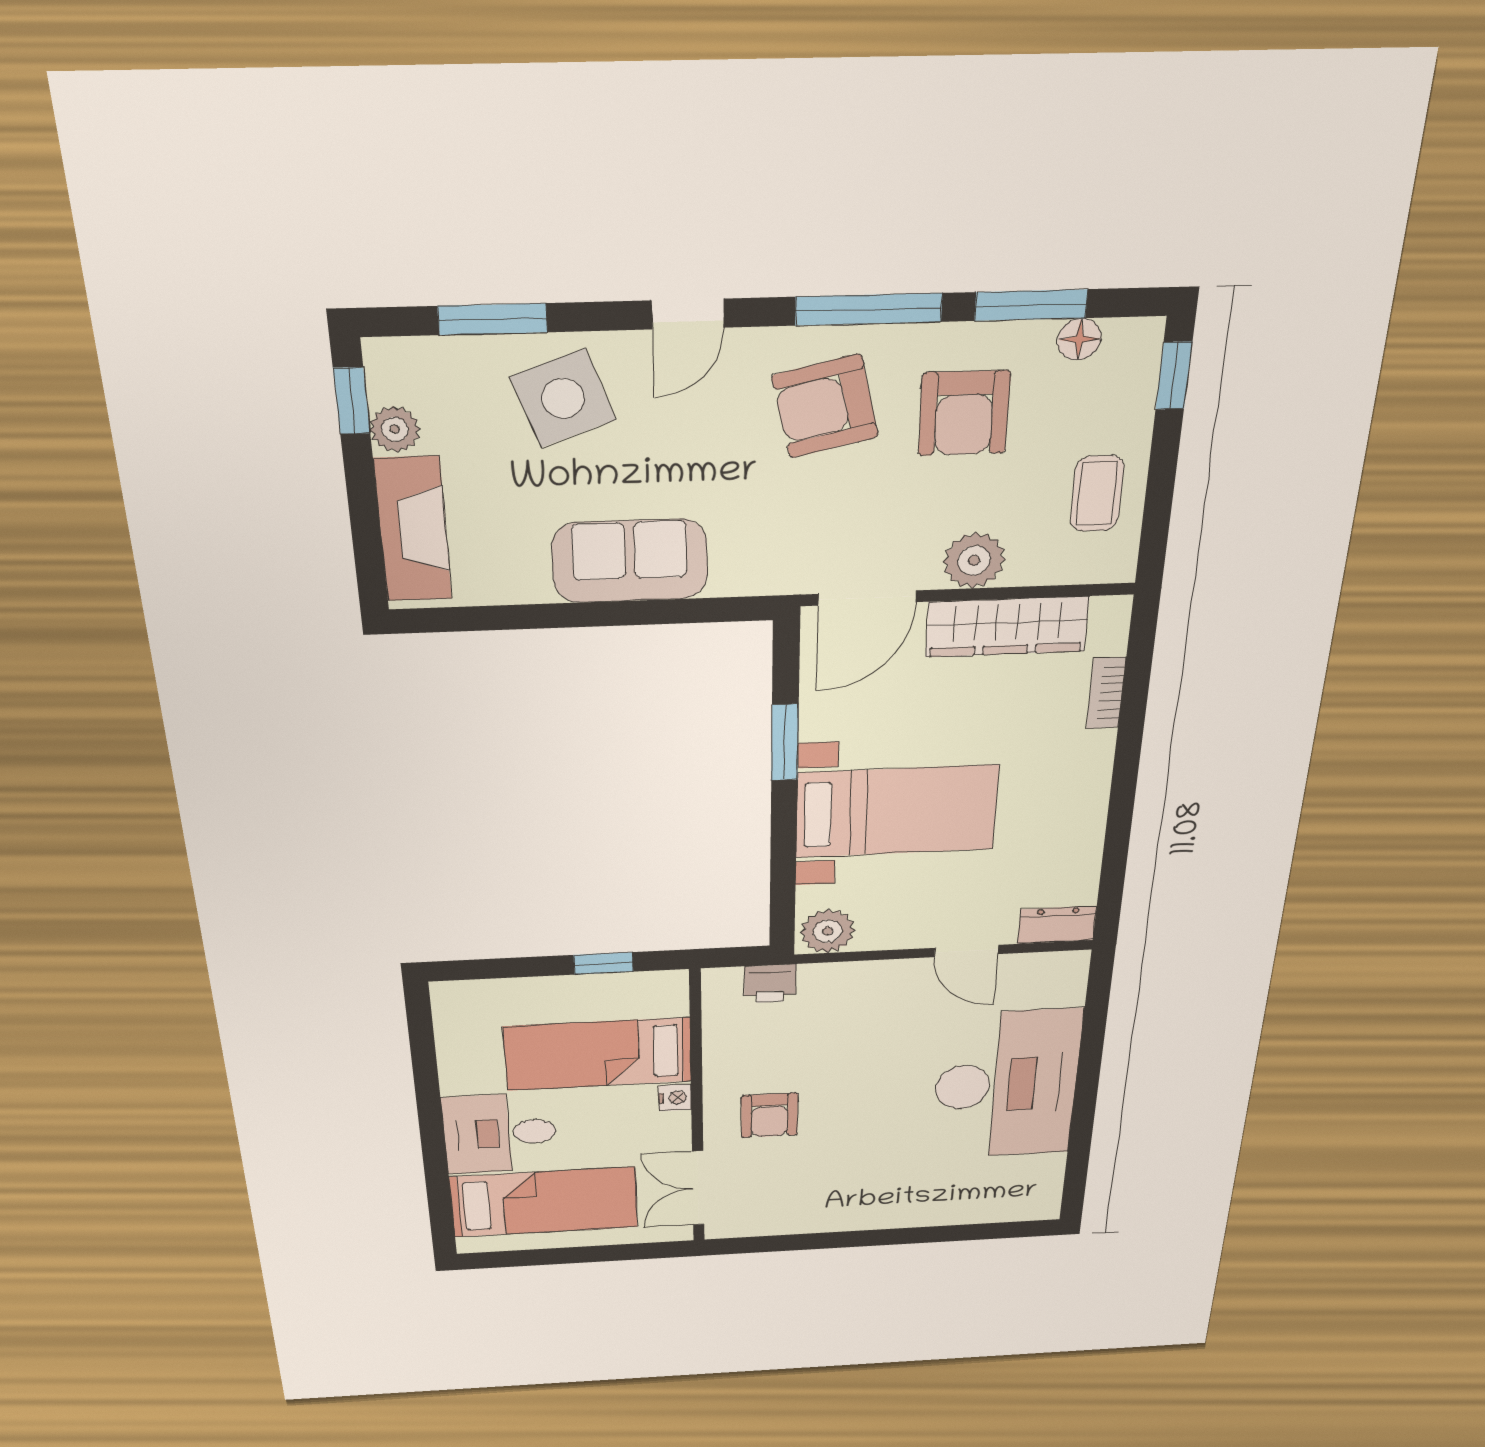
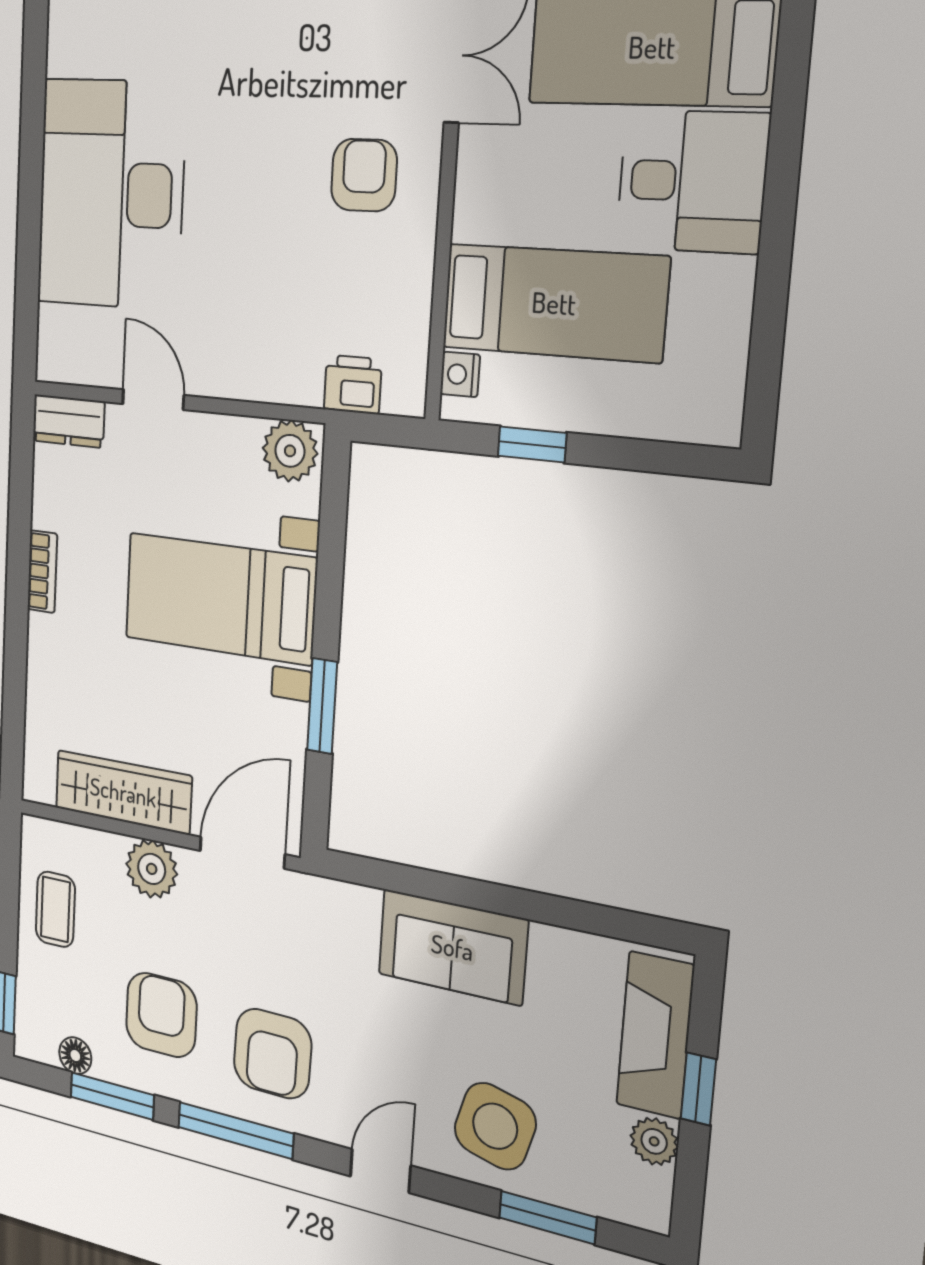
side table: (563, 398) -> (495, 1126), turned 35
window: (352, 401) -> (698, 1089), moved
armchair: (825, 406) -> (272, 1054), turned 104
bookcase: (1106, 693) -> (42, 572), moved
nightstand: (675, 1098) -> (460, 374), moved

